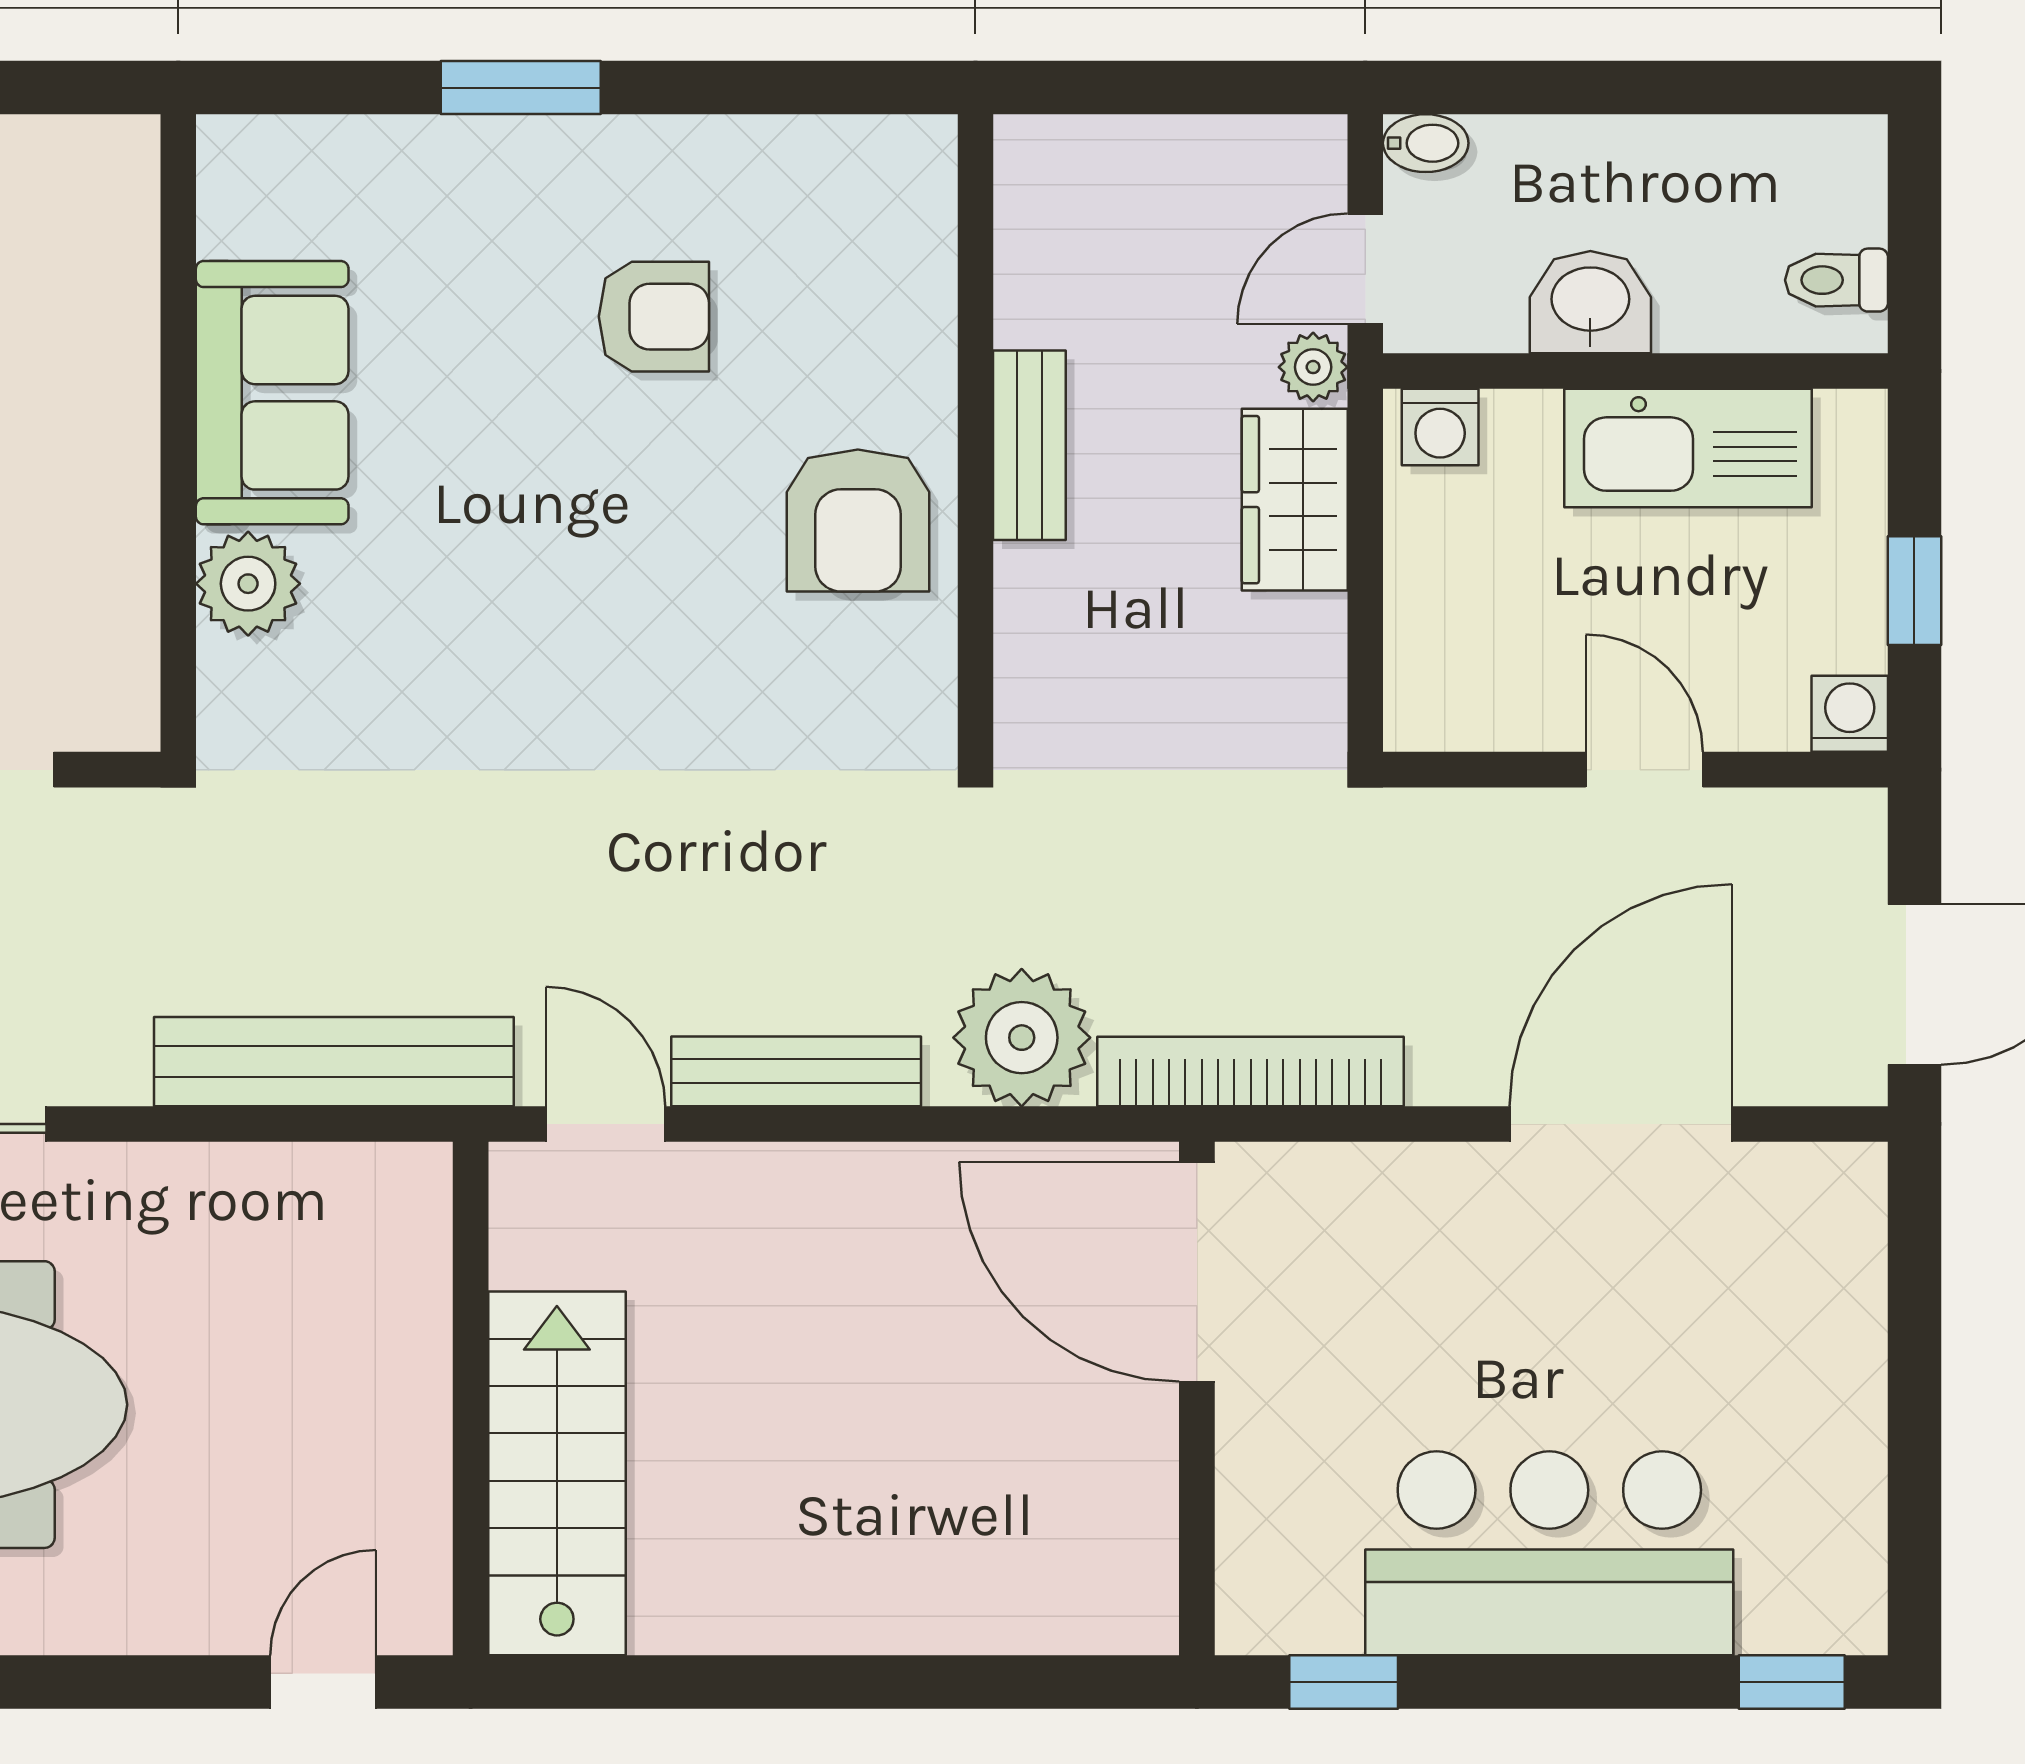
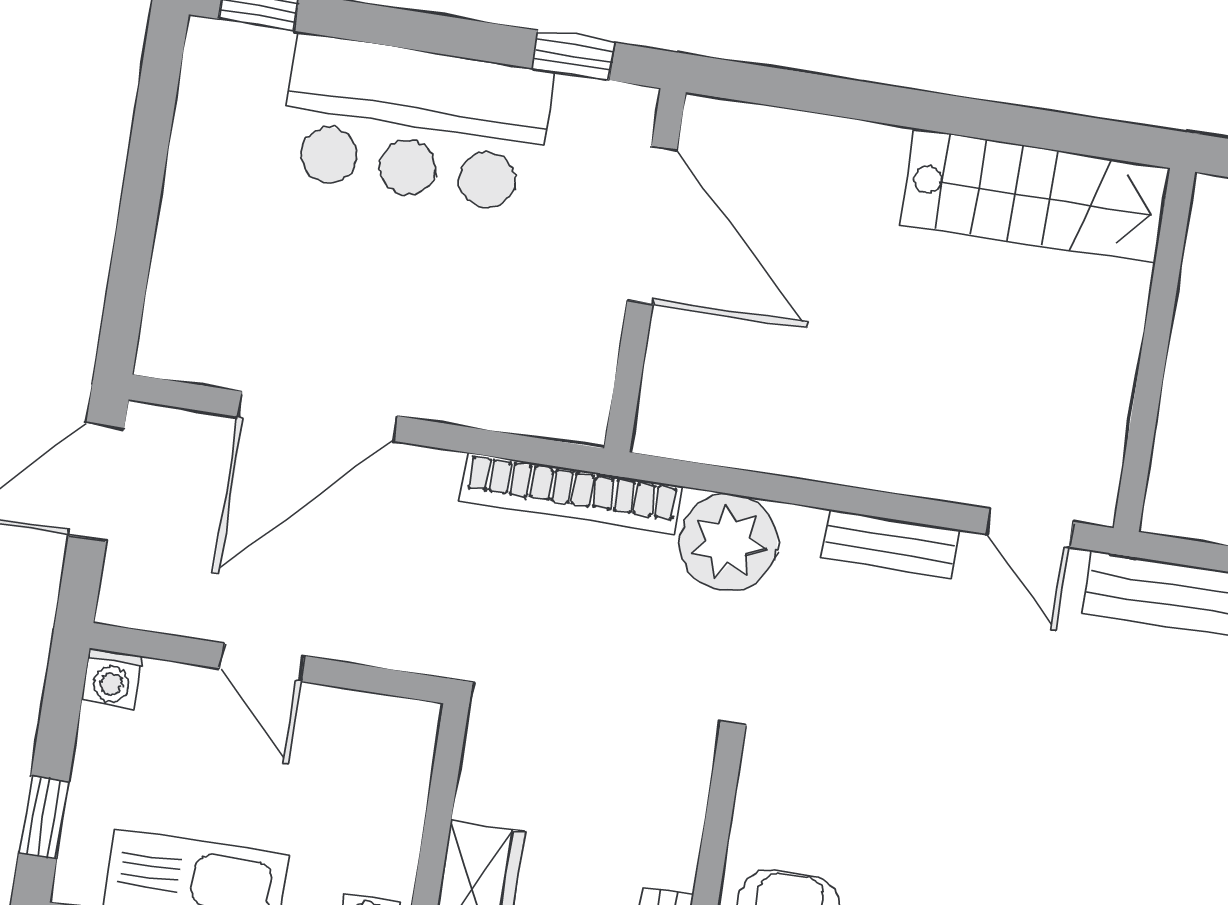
window: (1914, 591) -> (44, 817), moved
bench: (796, 1071) -> (890, 544), width x0.73
door: (1197, 1272) -> (652, 225), moved
stairs: (557, 1473) -> (1035, 196), moved, turned -90

